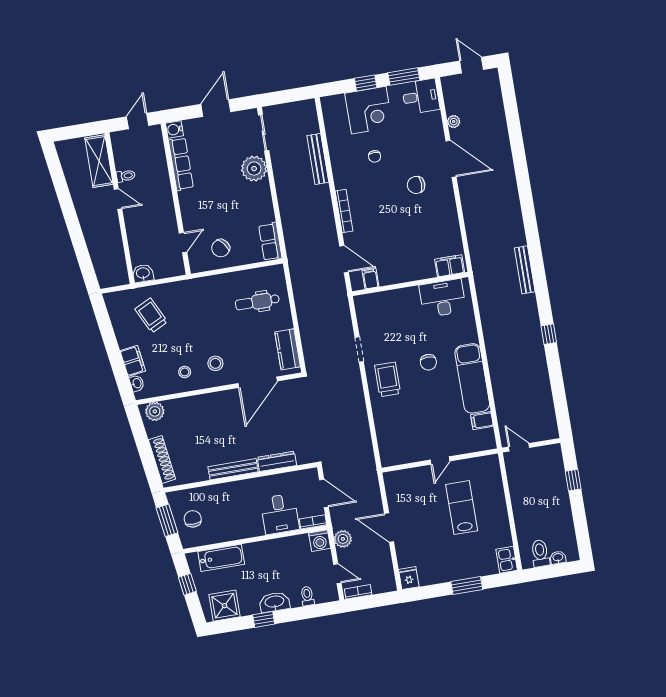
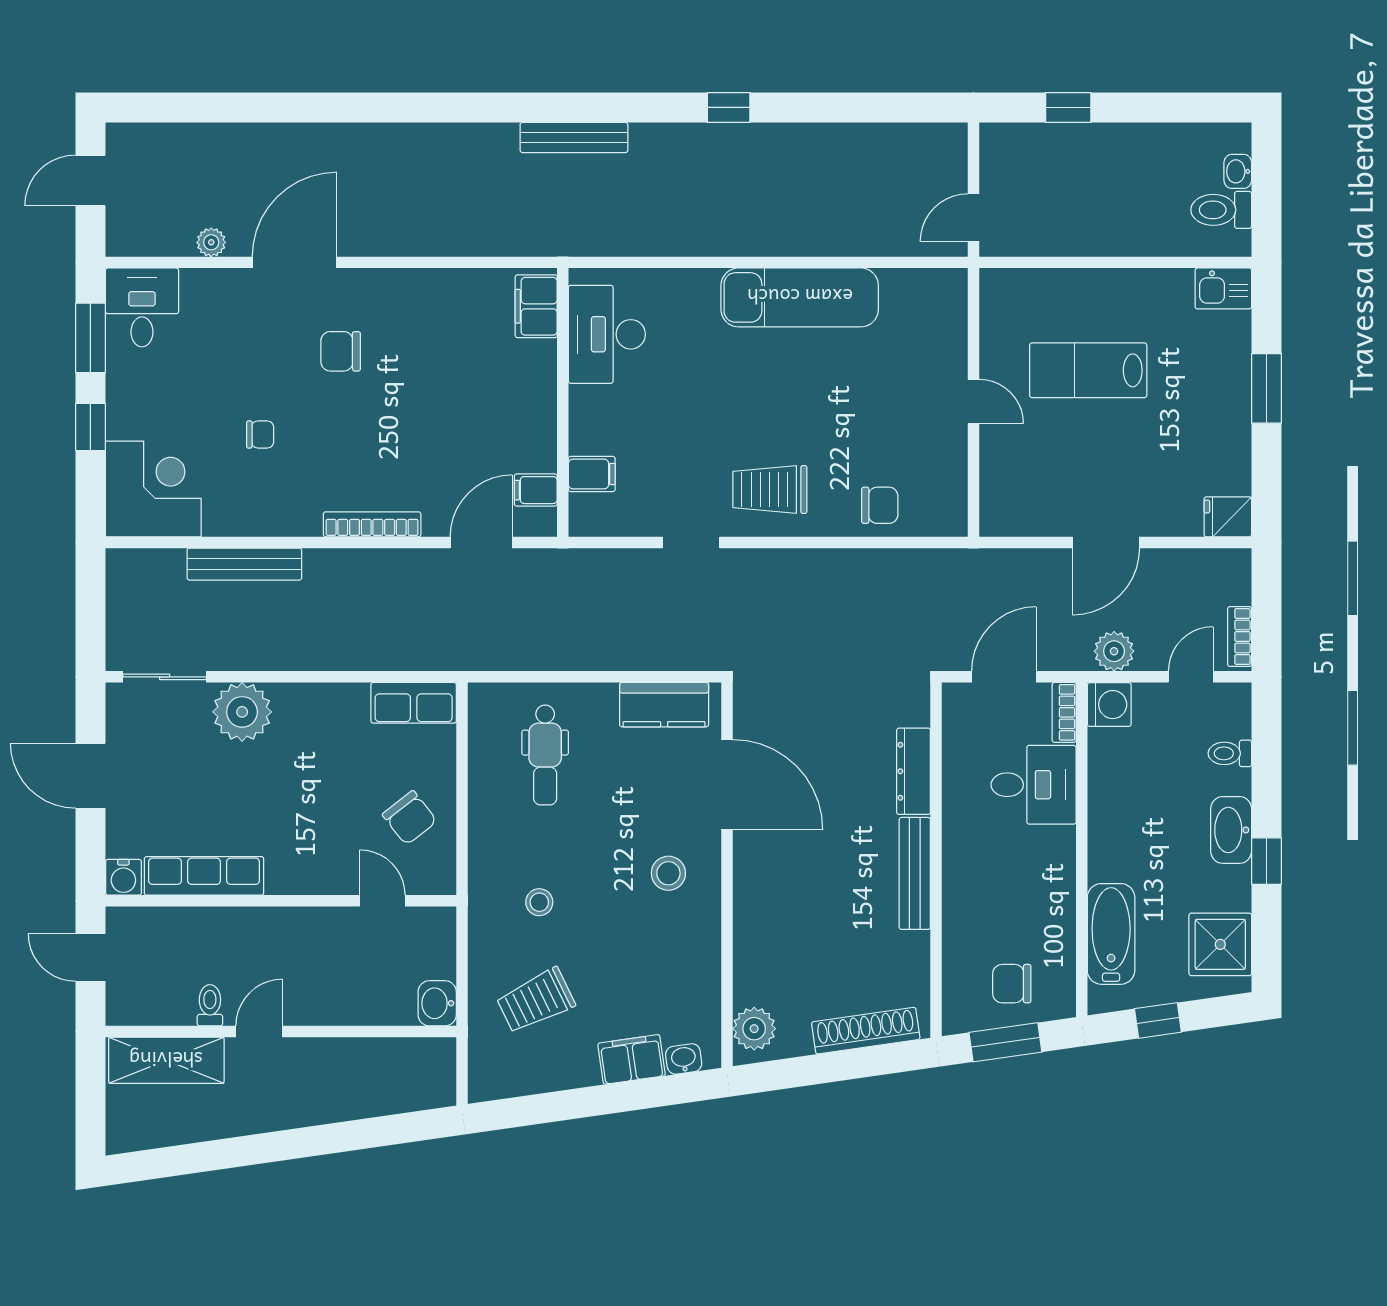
corner desk: (369, 110) -> (153, 489), moved
chair: (416, 185) -> (341, 351), turned 90
chair: (428, 362) -> (880, 505), moved
stool: (185, 372) -> (539, 902), moved
filing cabinet: (482, 421) -> (592, 474), moved, turned -90

